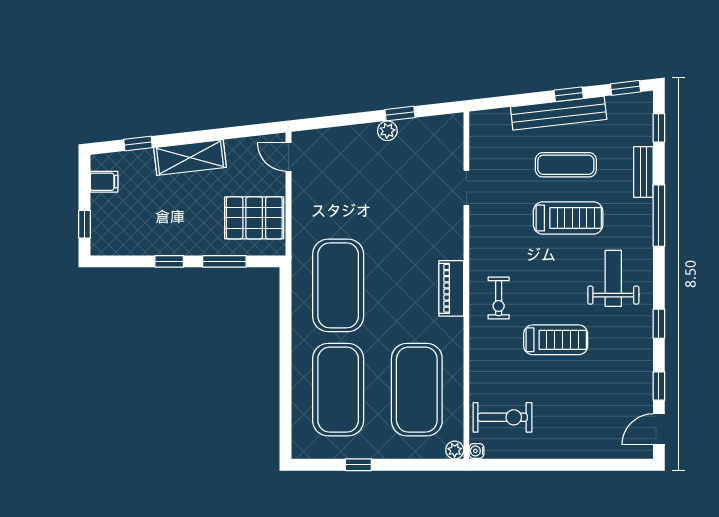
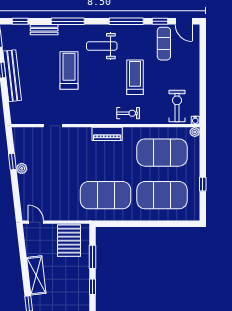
door: (289, 157) -> (36, 222), swing flipped
exercise mat: (566, 165) -> (164, 44), moved
exercise bike: (499, 298) -> (128, 113), moved
window: (659, 324) -> (126, 21), width x2.17

